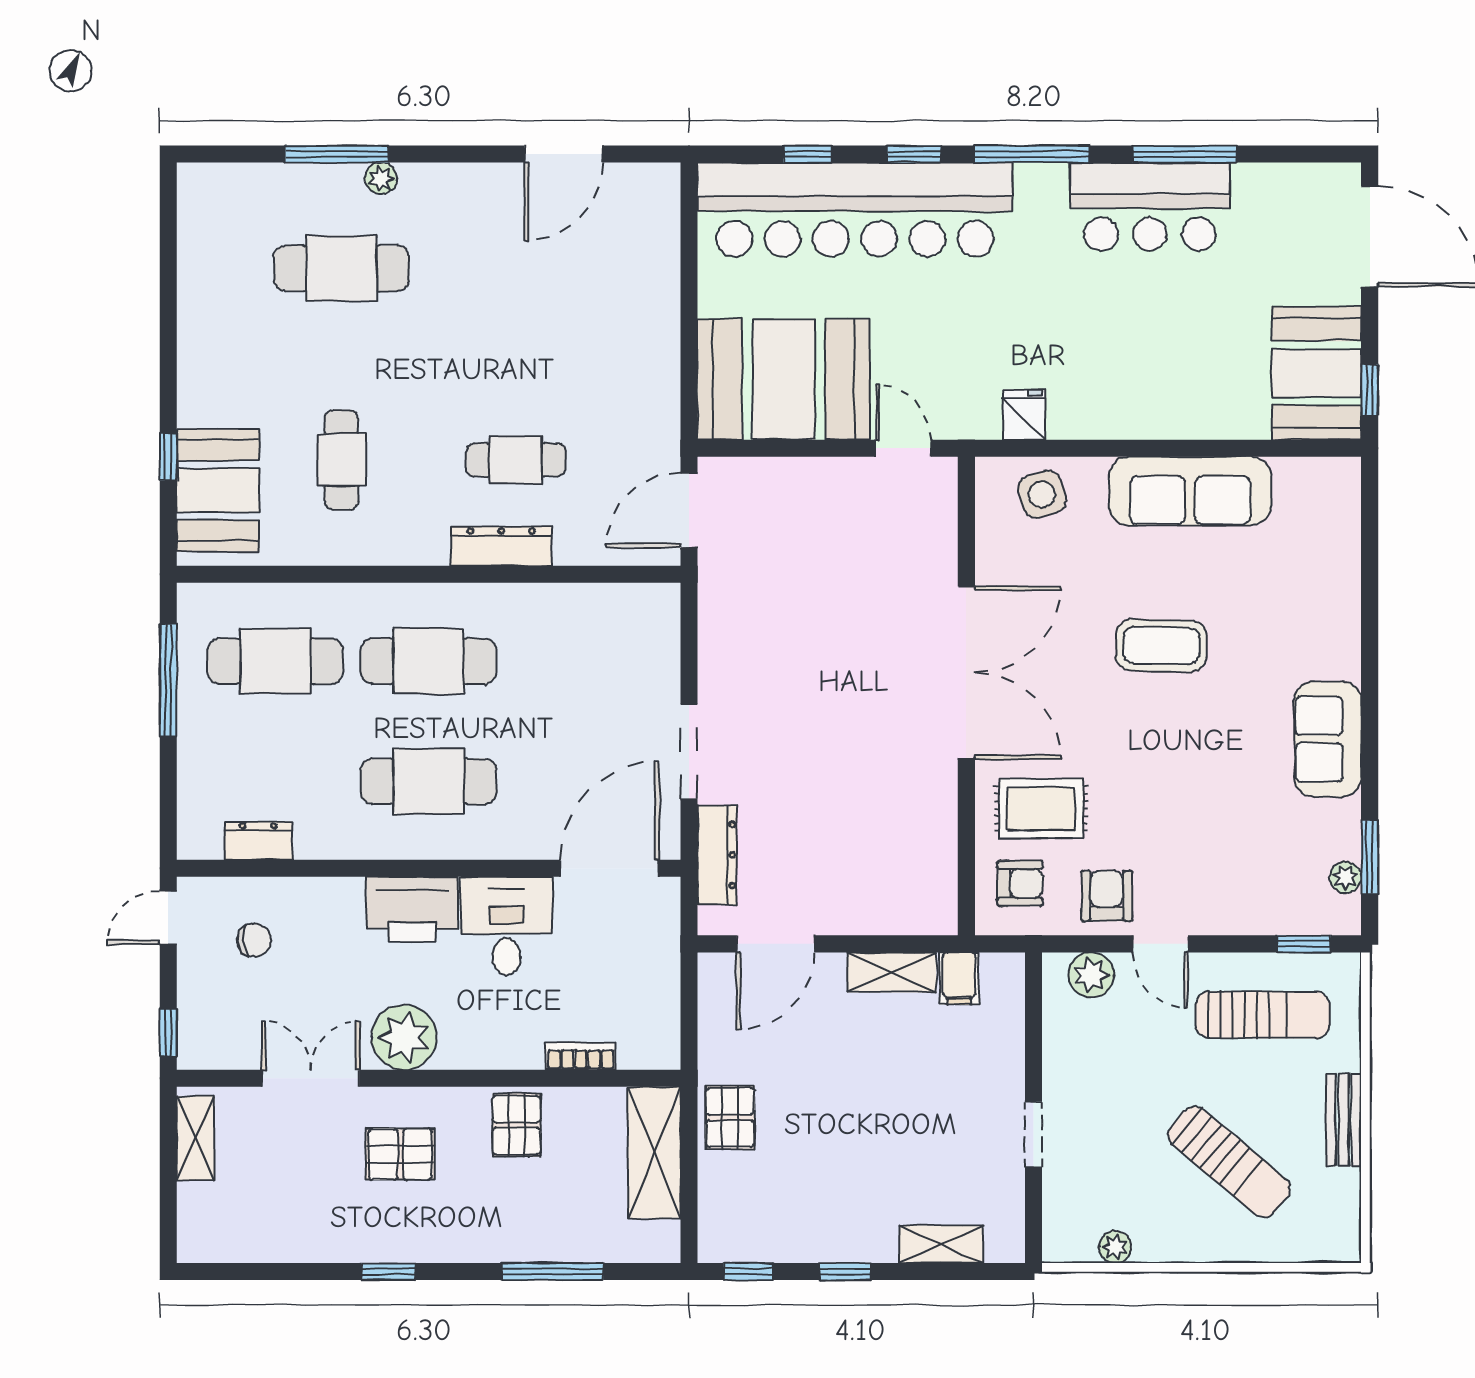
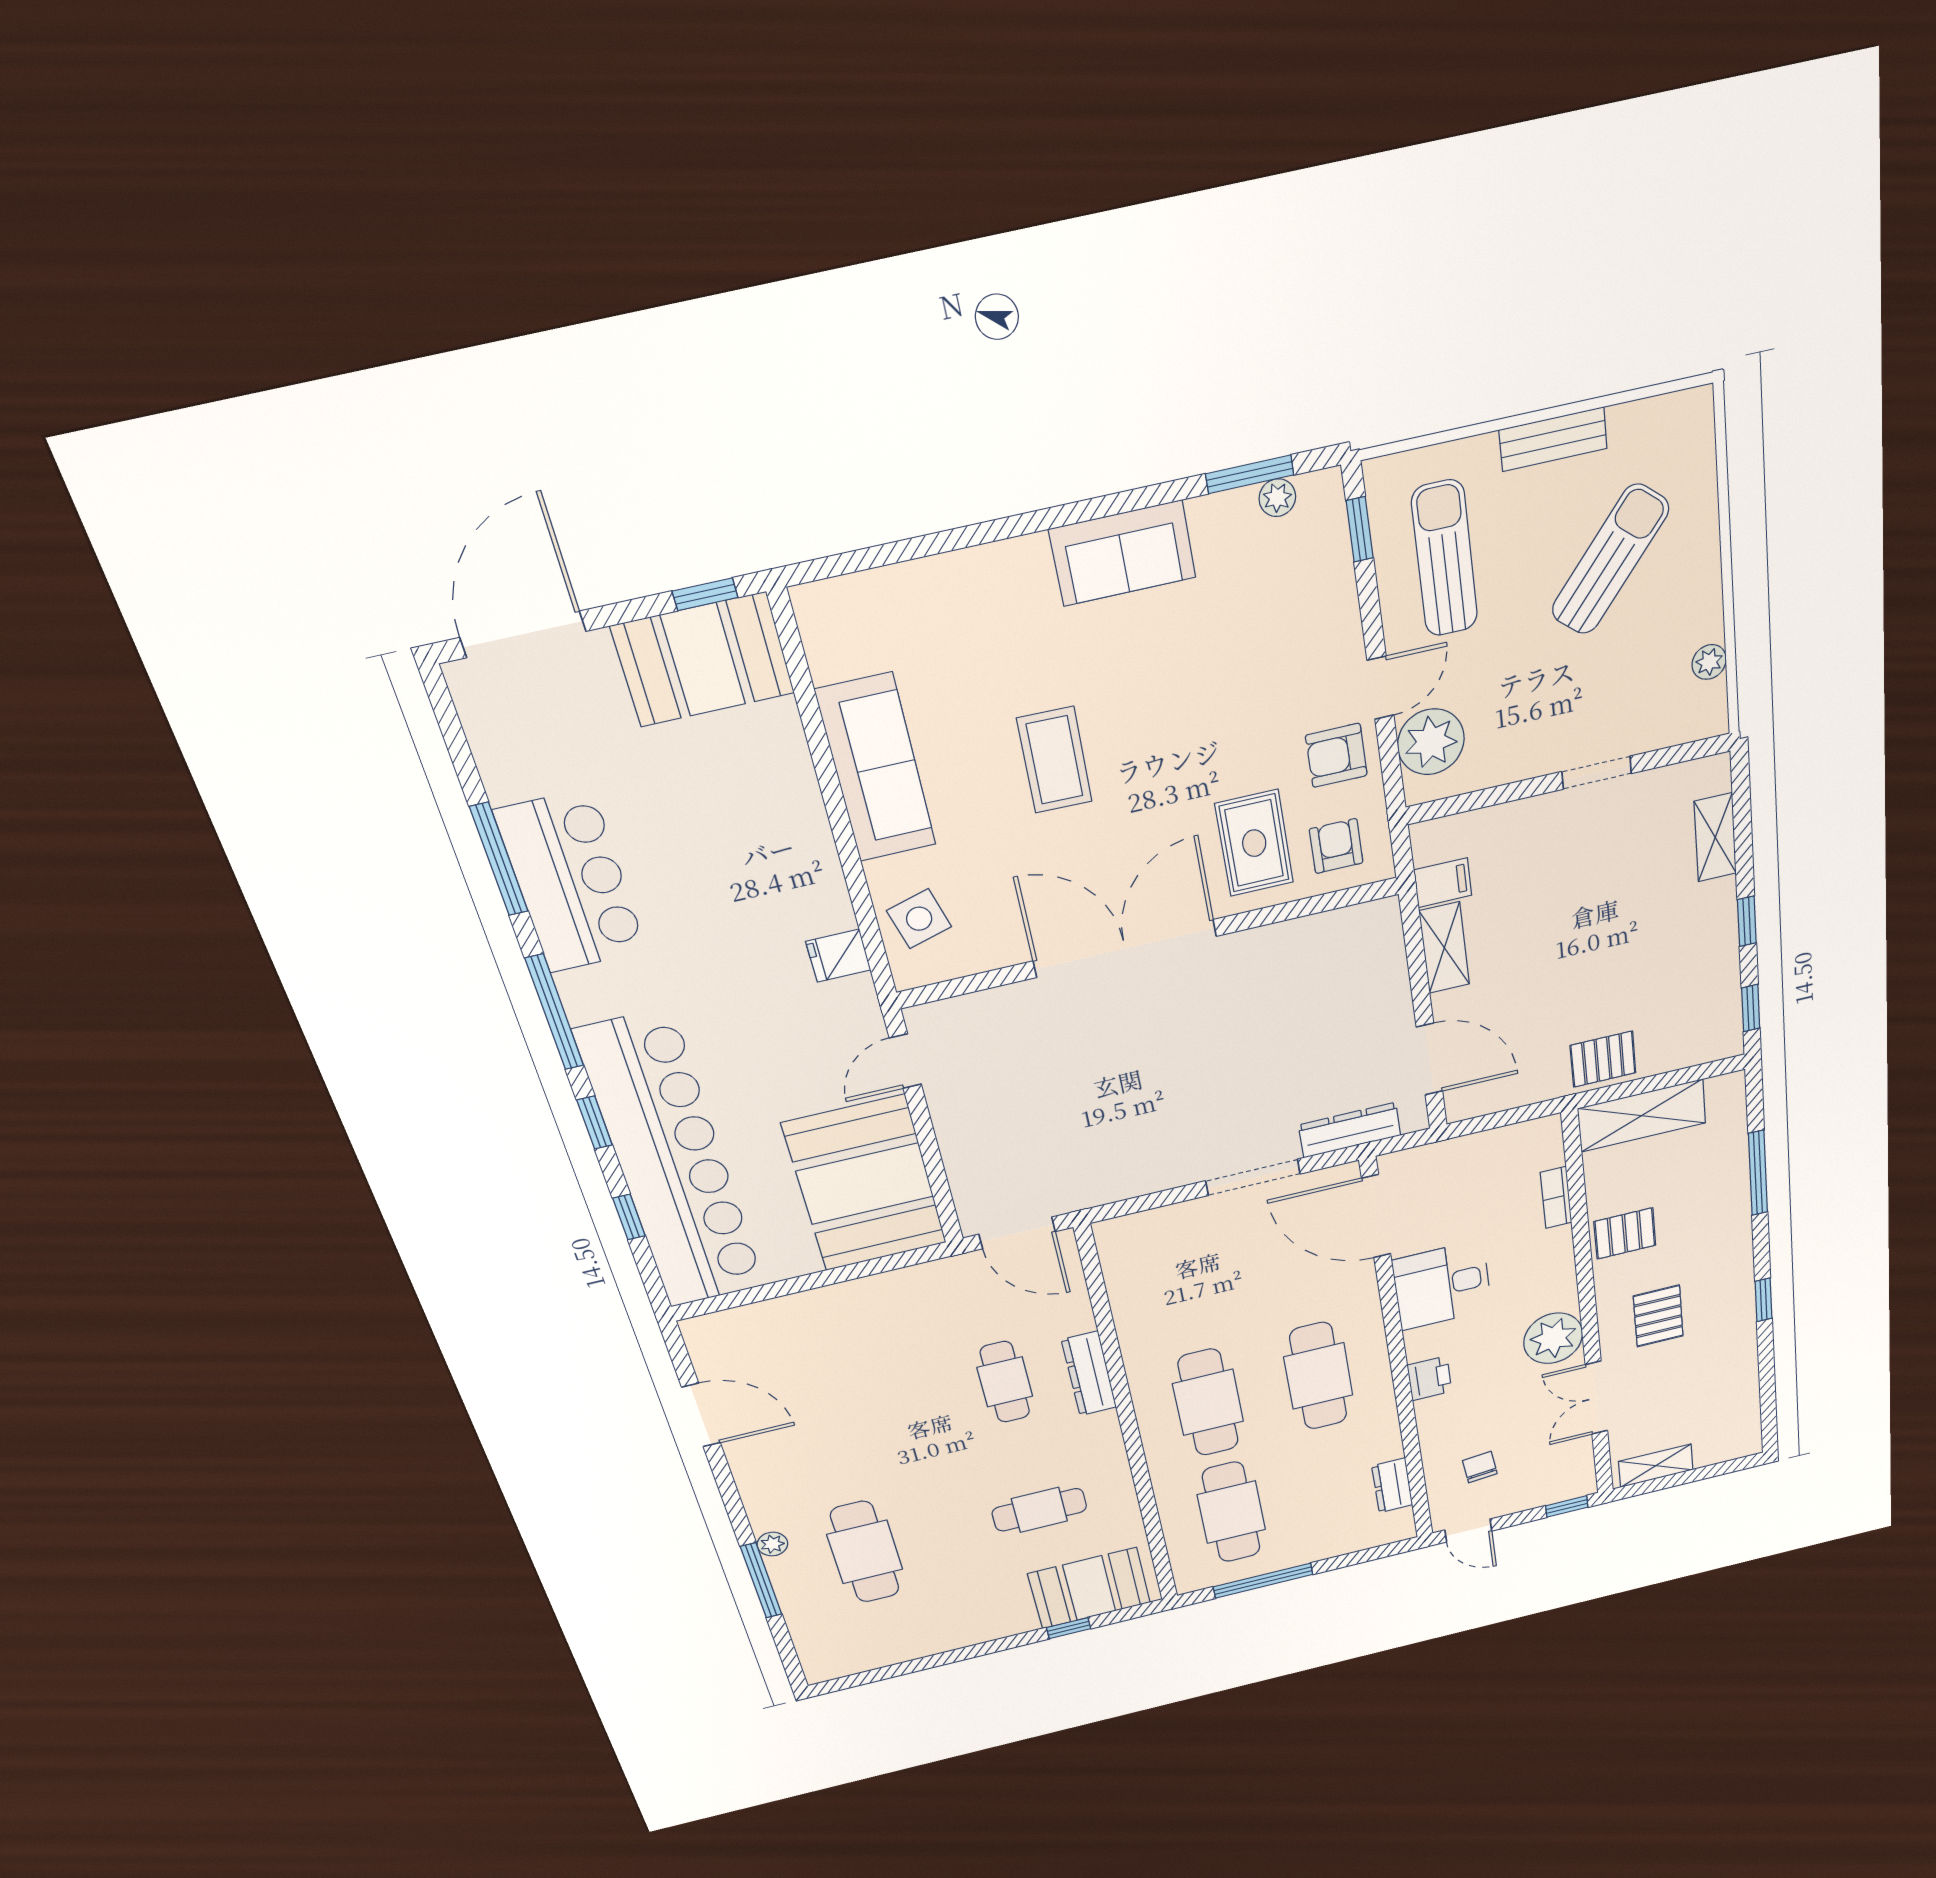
printer: (412, 909) -> (1429, 1378), width x0.53, depth x0.68
plant: (1091, 975) -> (1431, 742), width x1.36, depth x1.36

